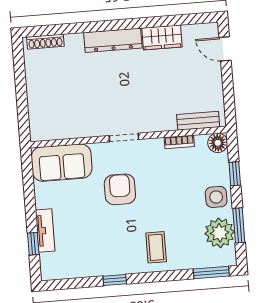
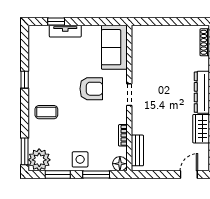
window: (235, 174) -> (96, 174), width x1.50
plant: (220, 233) -> (39, 160), moved

